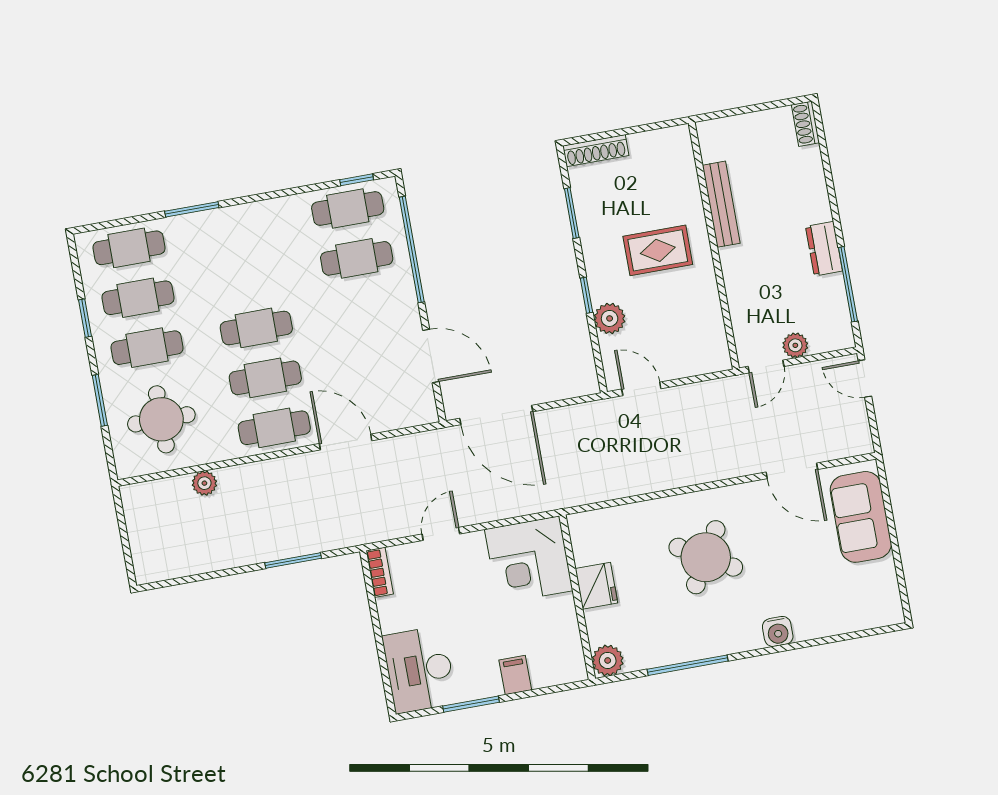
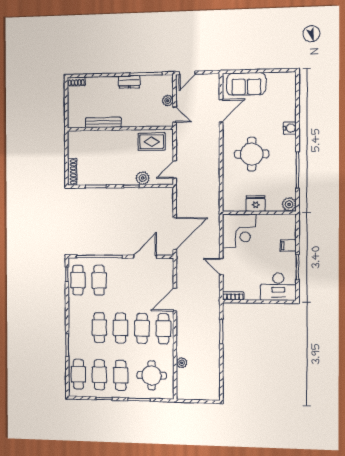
rug: (658, 250) -> (152, 142), moved, turned 90
cafe table: (247, 278) -> (99, 328), added
round table: (706, 557) -> (252, 154), turned -30

